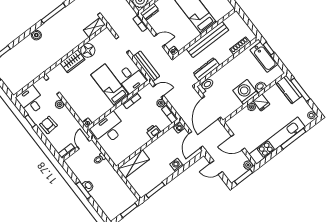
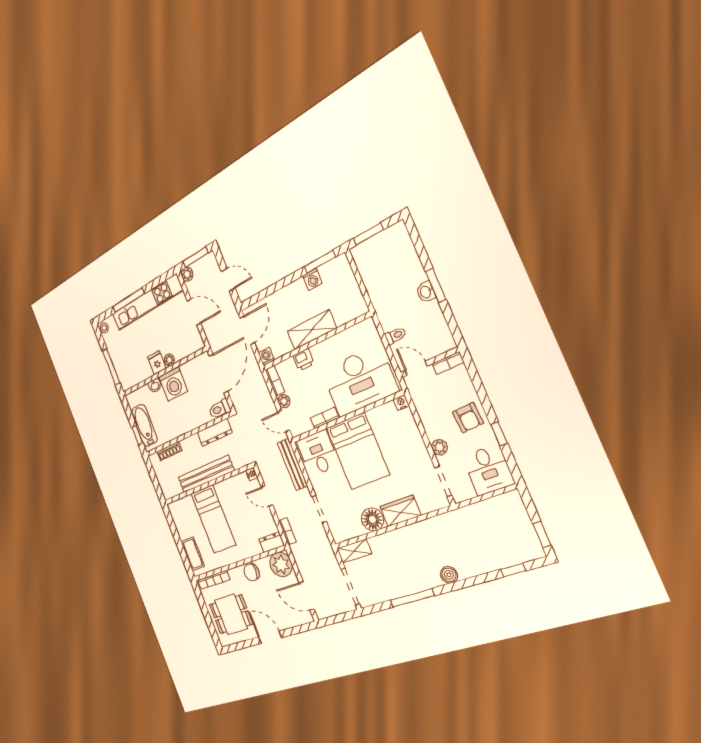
bed: (110, 85) -> (358, 451), width x1.50
kitchen counter: (289, 89) -> (123, 371), removed
desk: (108, 129) -> (359, 381), width x1.36, depth x1.30
door: (83, 144) -> (416, 368), swing flipped
shelving: (134, 164) -> (312, 330), moved
washing machine: (176, 165) -> (312, 279), moved

